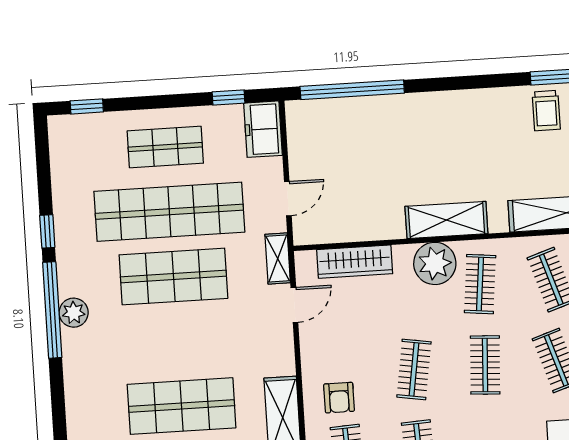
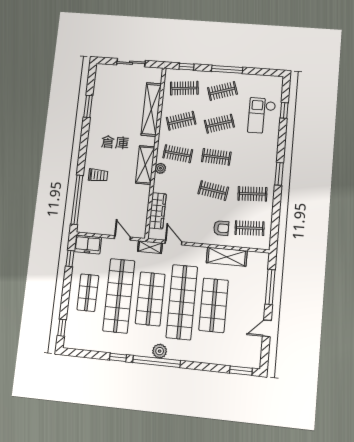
trolley: (546, 111) -> (98, 175), moved
plant: (435, 263) -> (160, 168), width x0.53, depth x0.53
shop shelf: (177, 341) -> (182, 302), added

